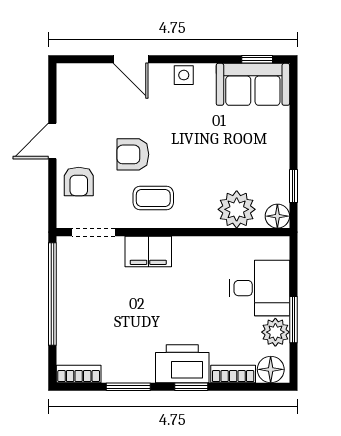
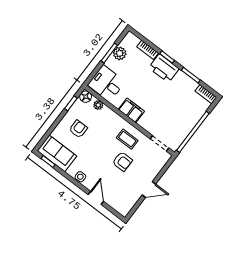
armchair: (79, 181) -> (78, 129), moved
plant: (237, 209) -> (98, 105), width x0.53, depth x0.53
filing cabinet: (148, 252) -> (131, 110), moved
desk: (259, 288) -> (106, 83), moved
floor lamp: (271, 369) -> (132, 41), removed

